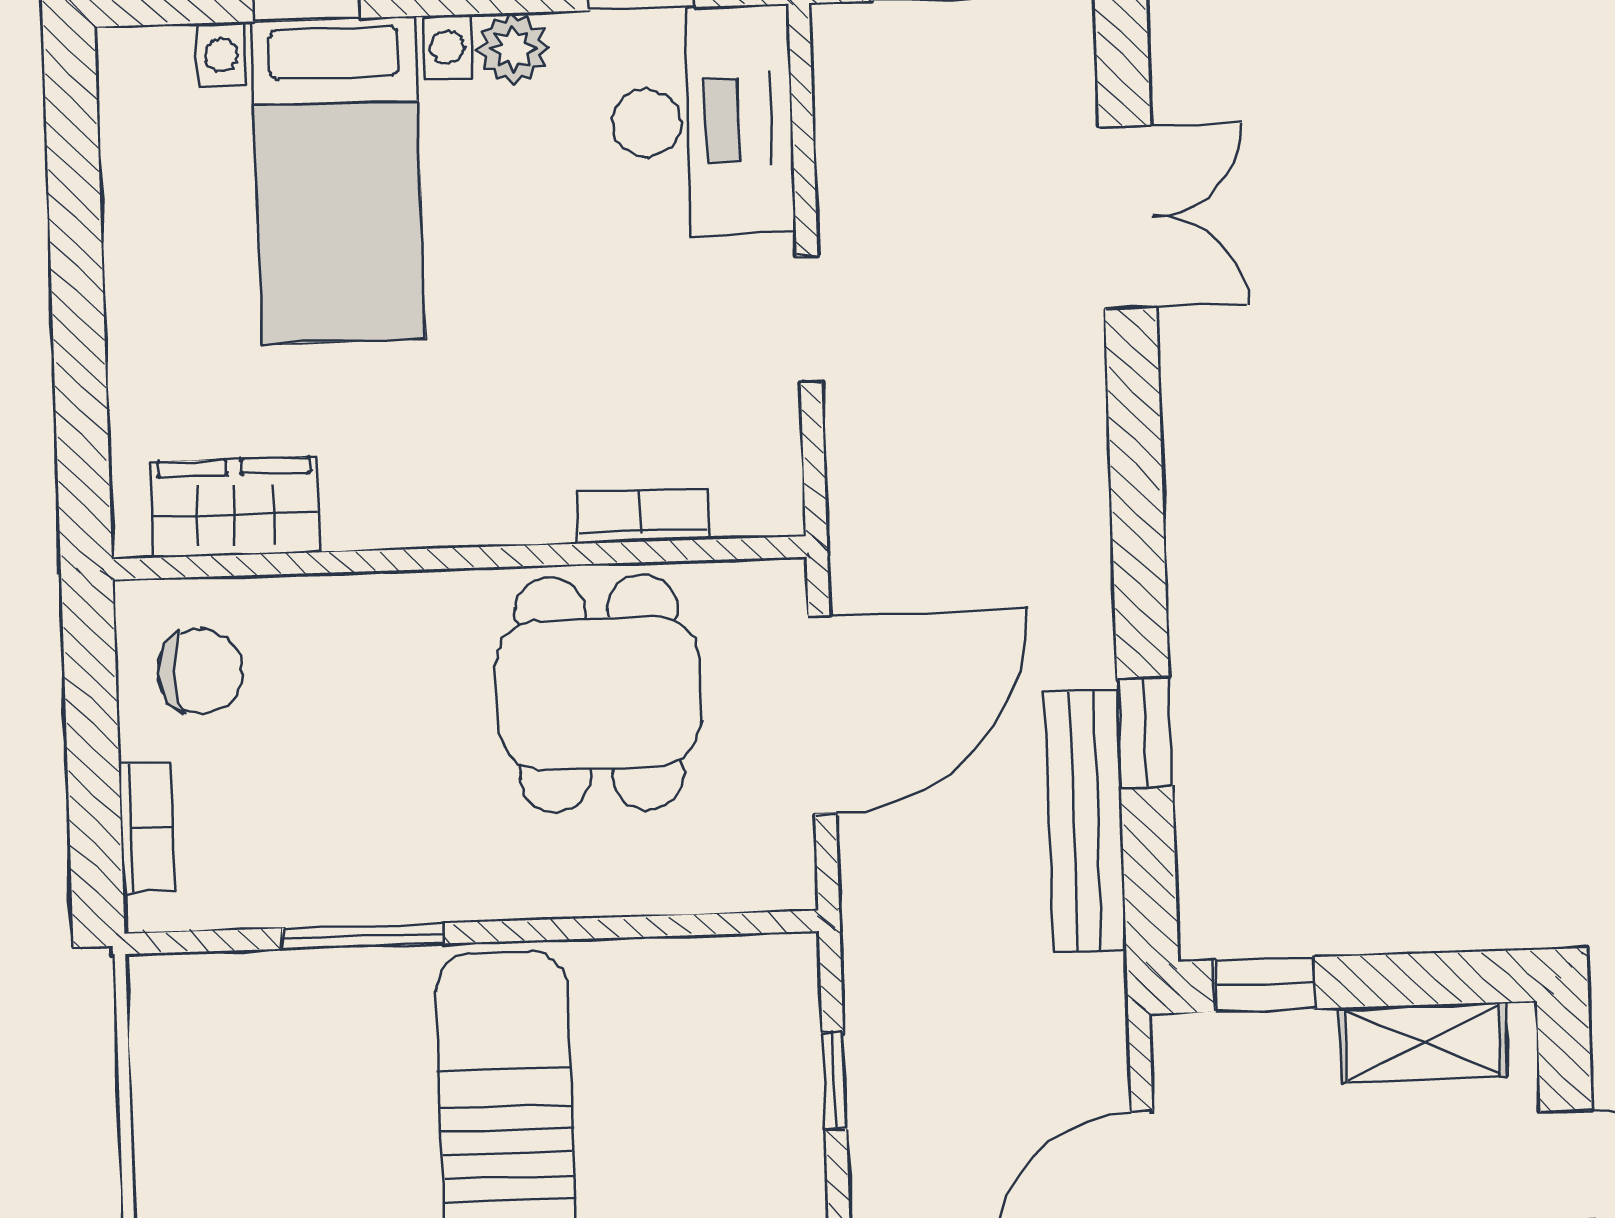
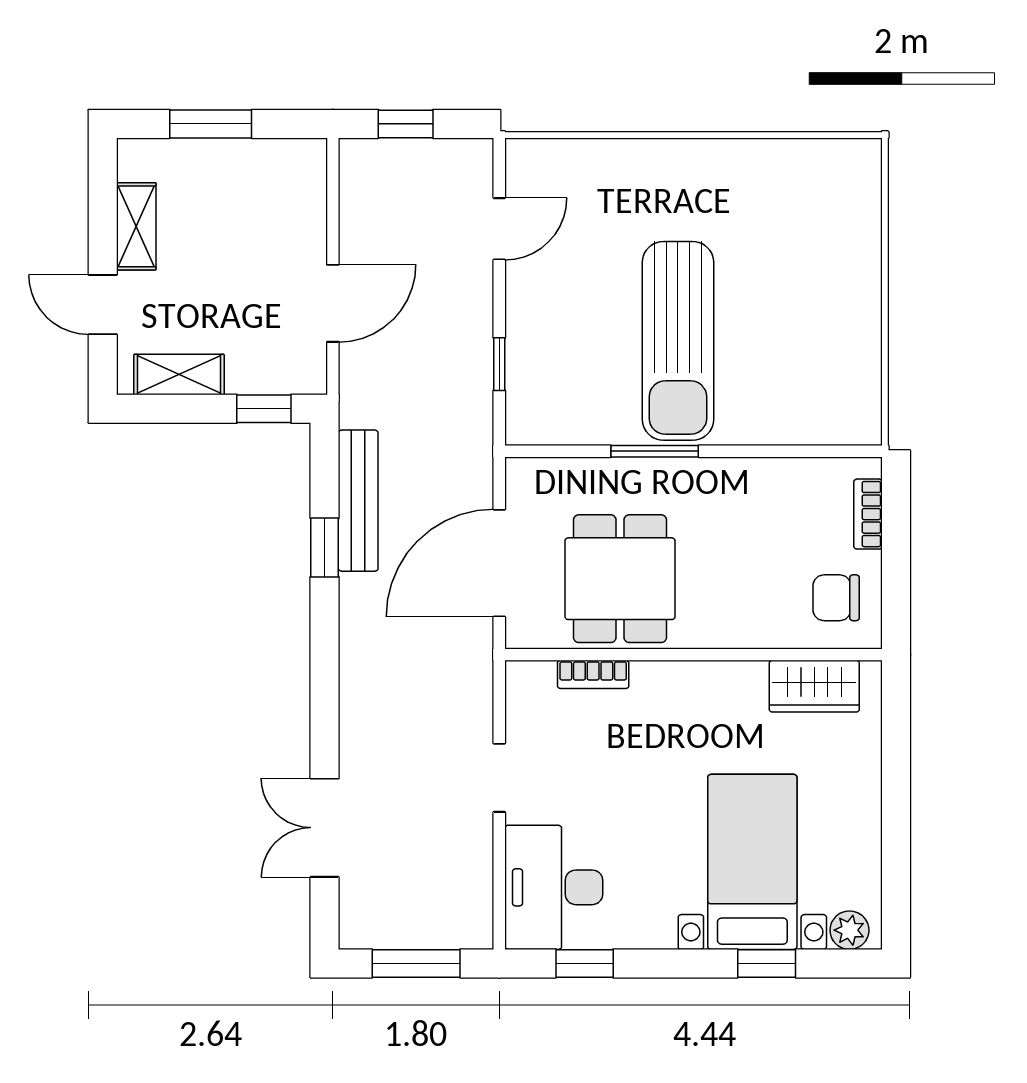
plant: (513, 48) -> (849, 930), moved
window: (363, 936) -> (655, 451), moved

